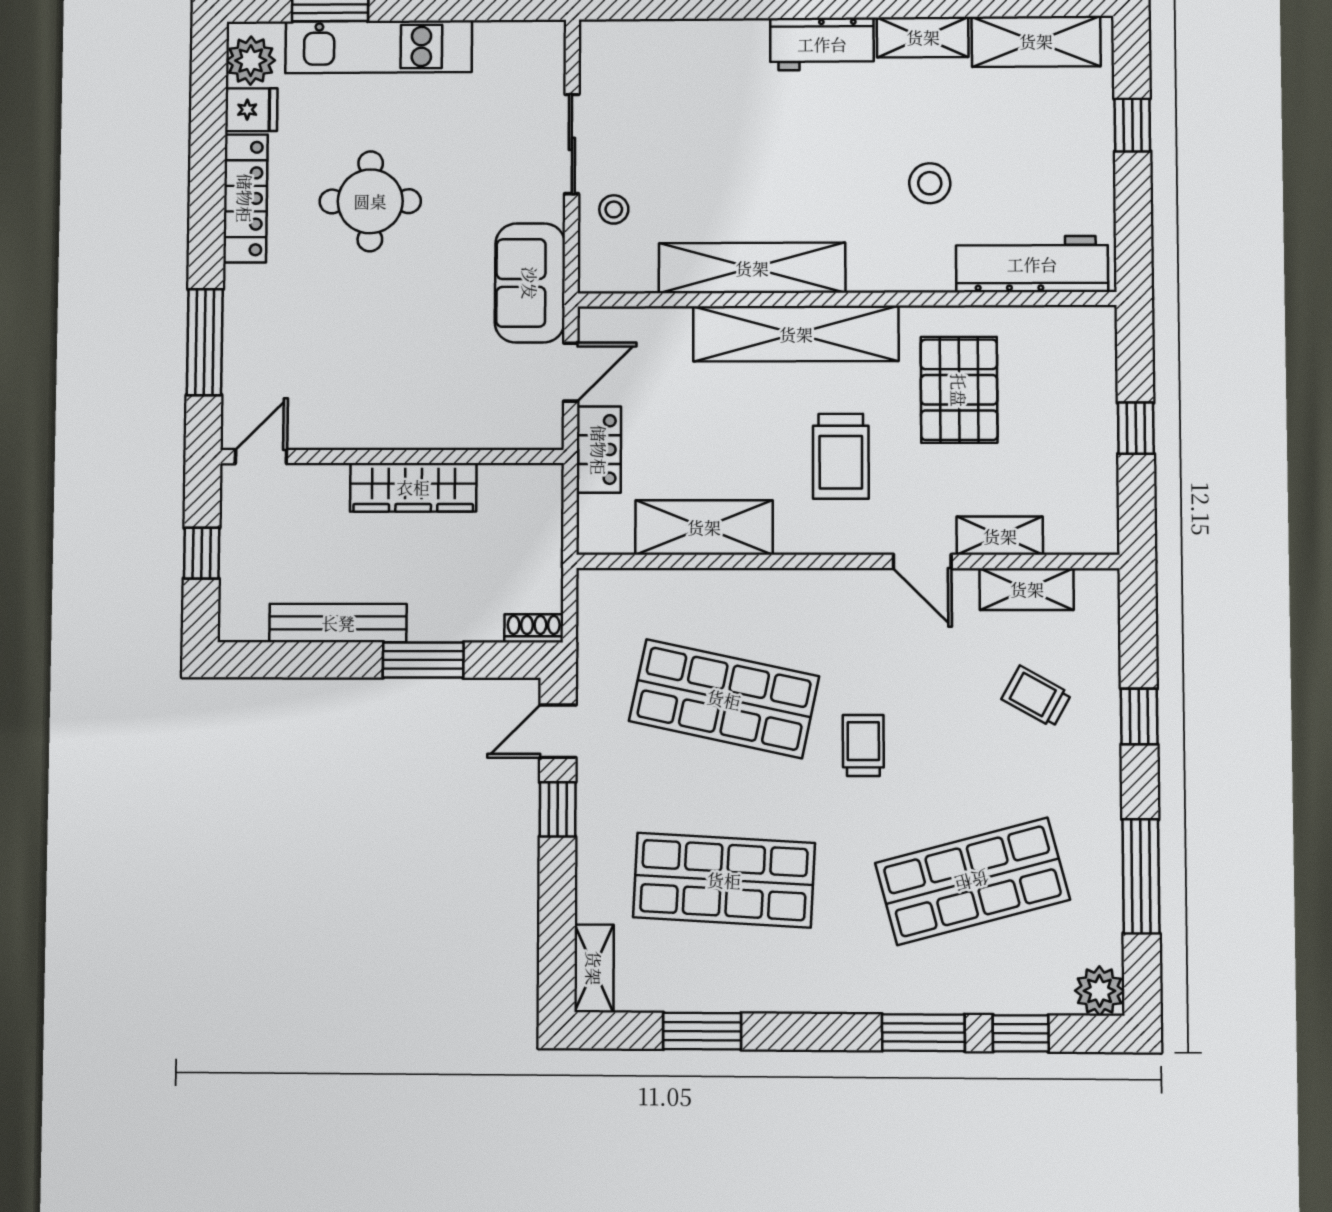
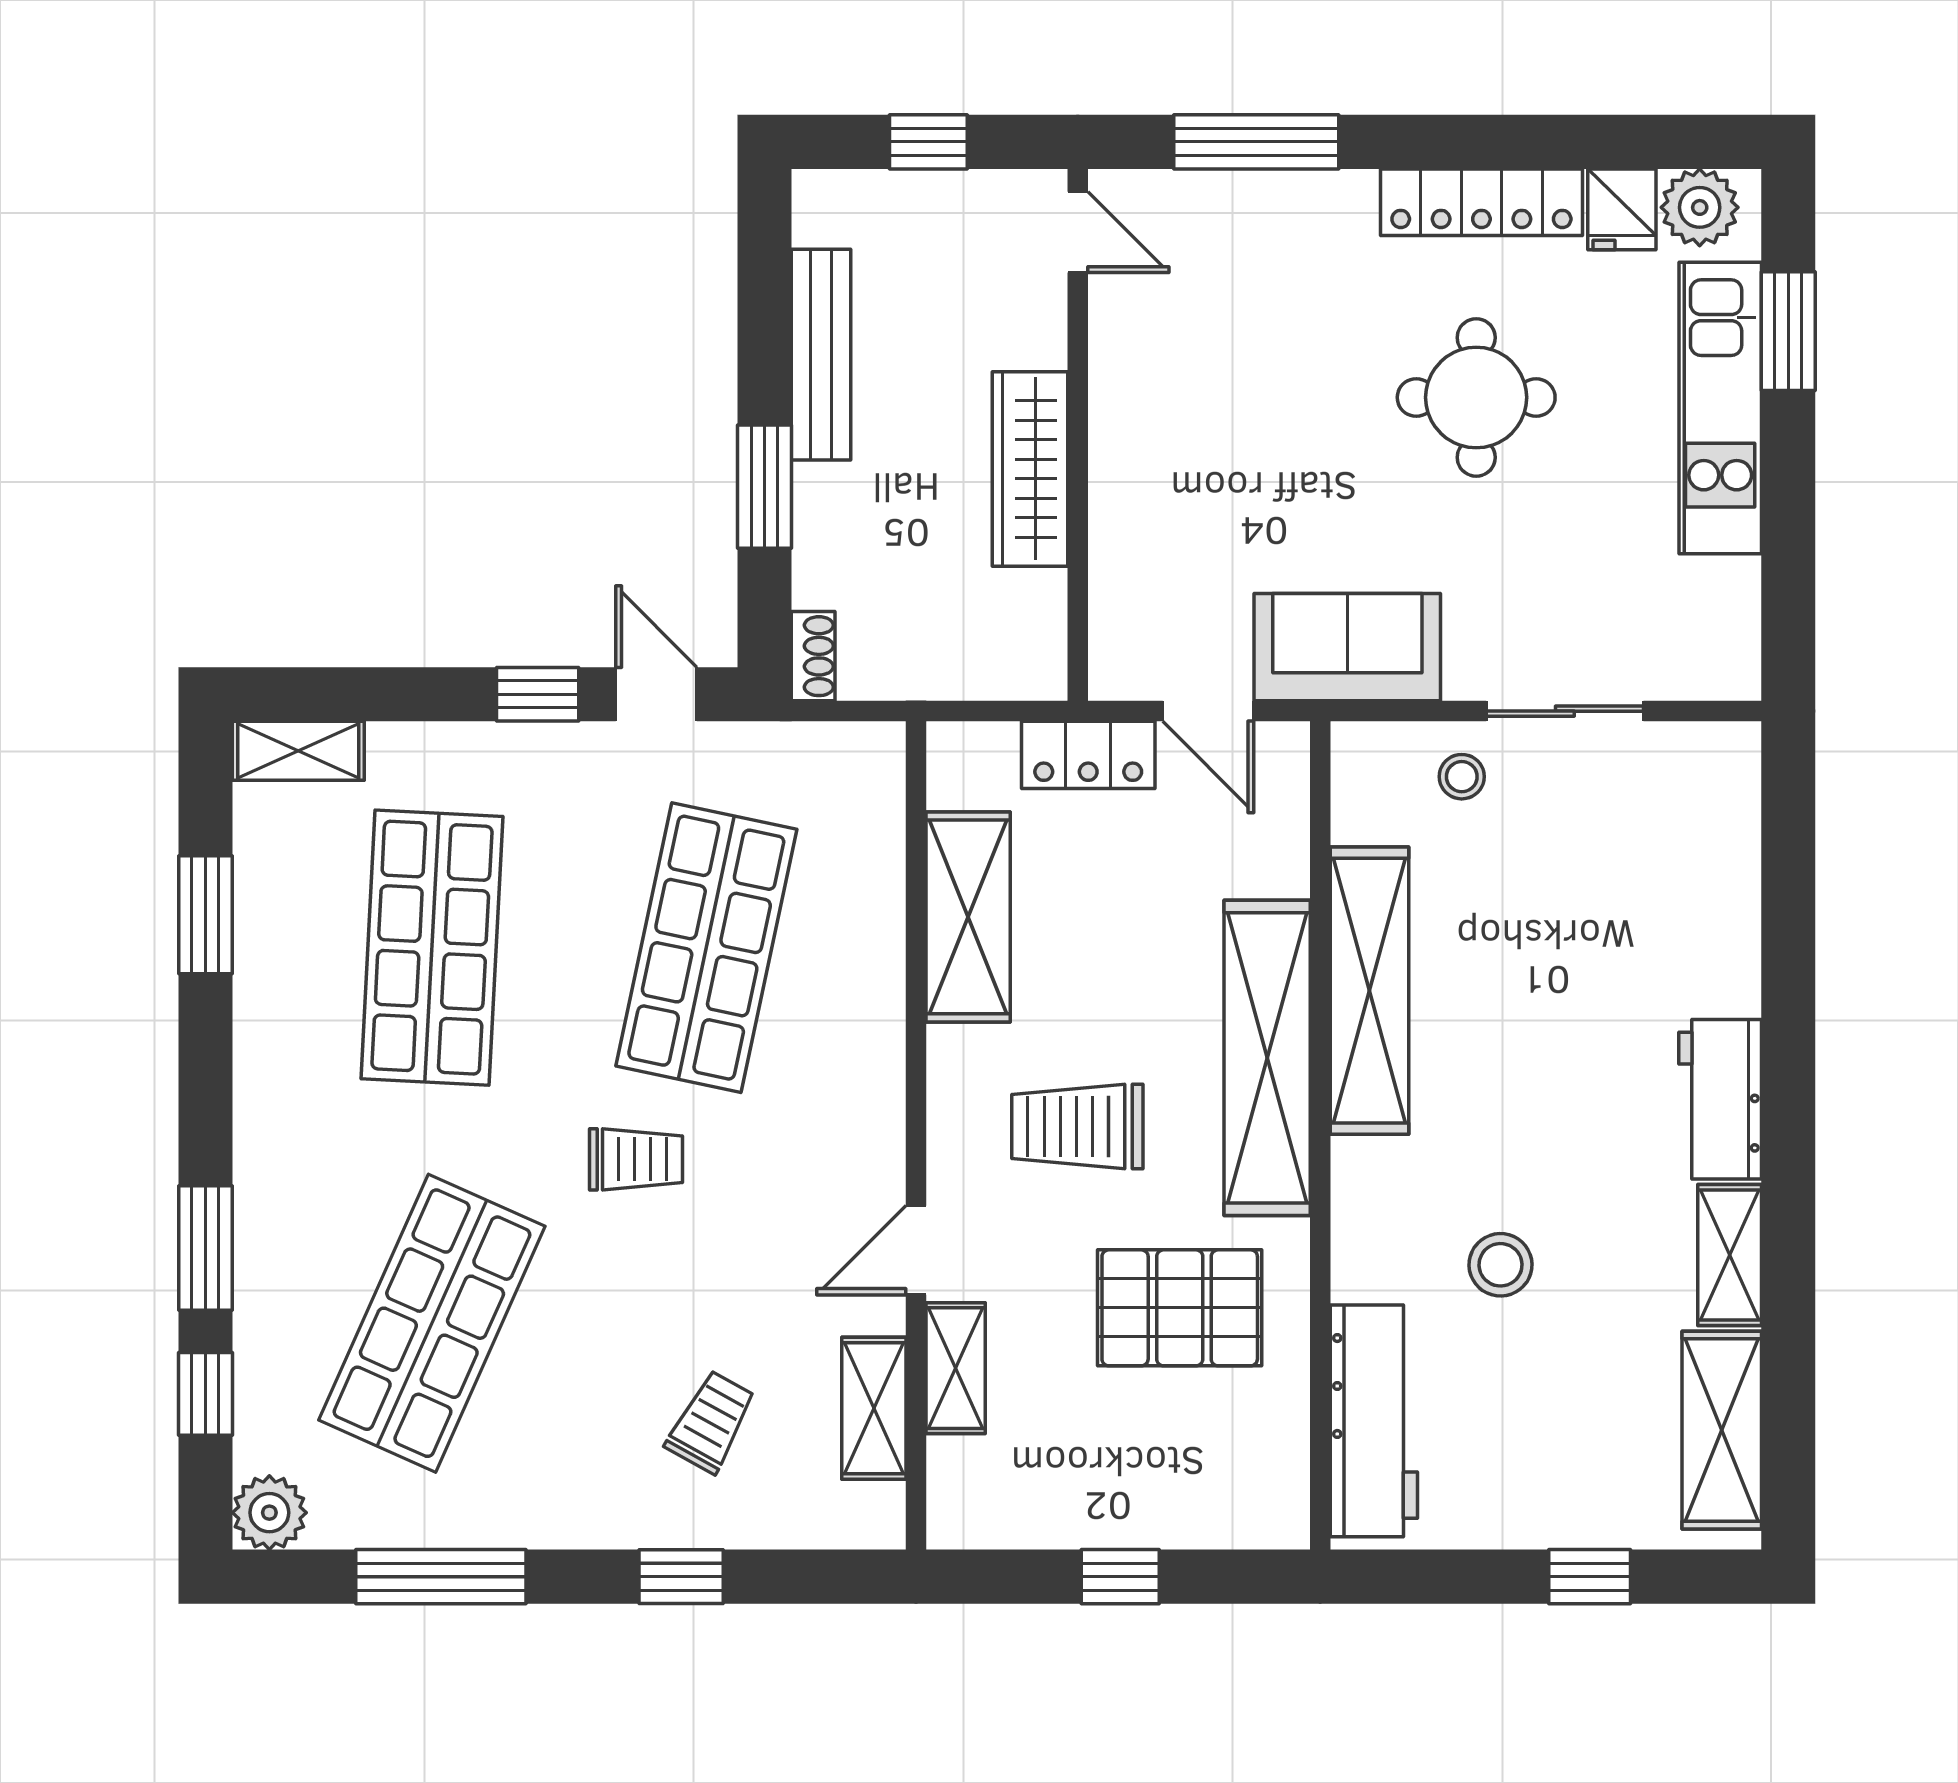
shop shelf: (972, 881) -> (432, 1323), turned 39

